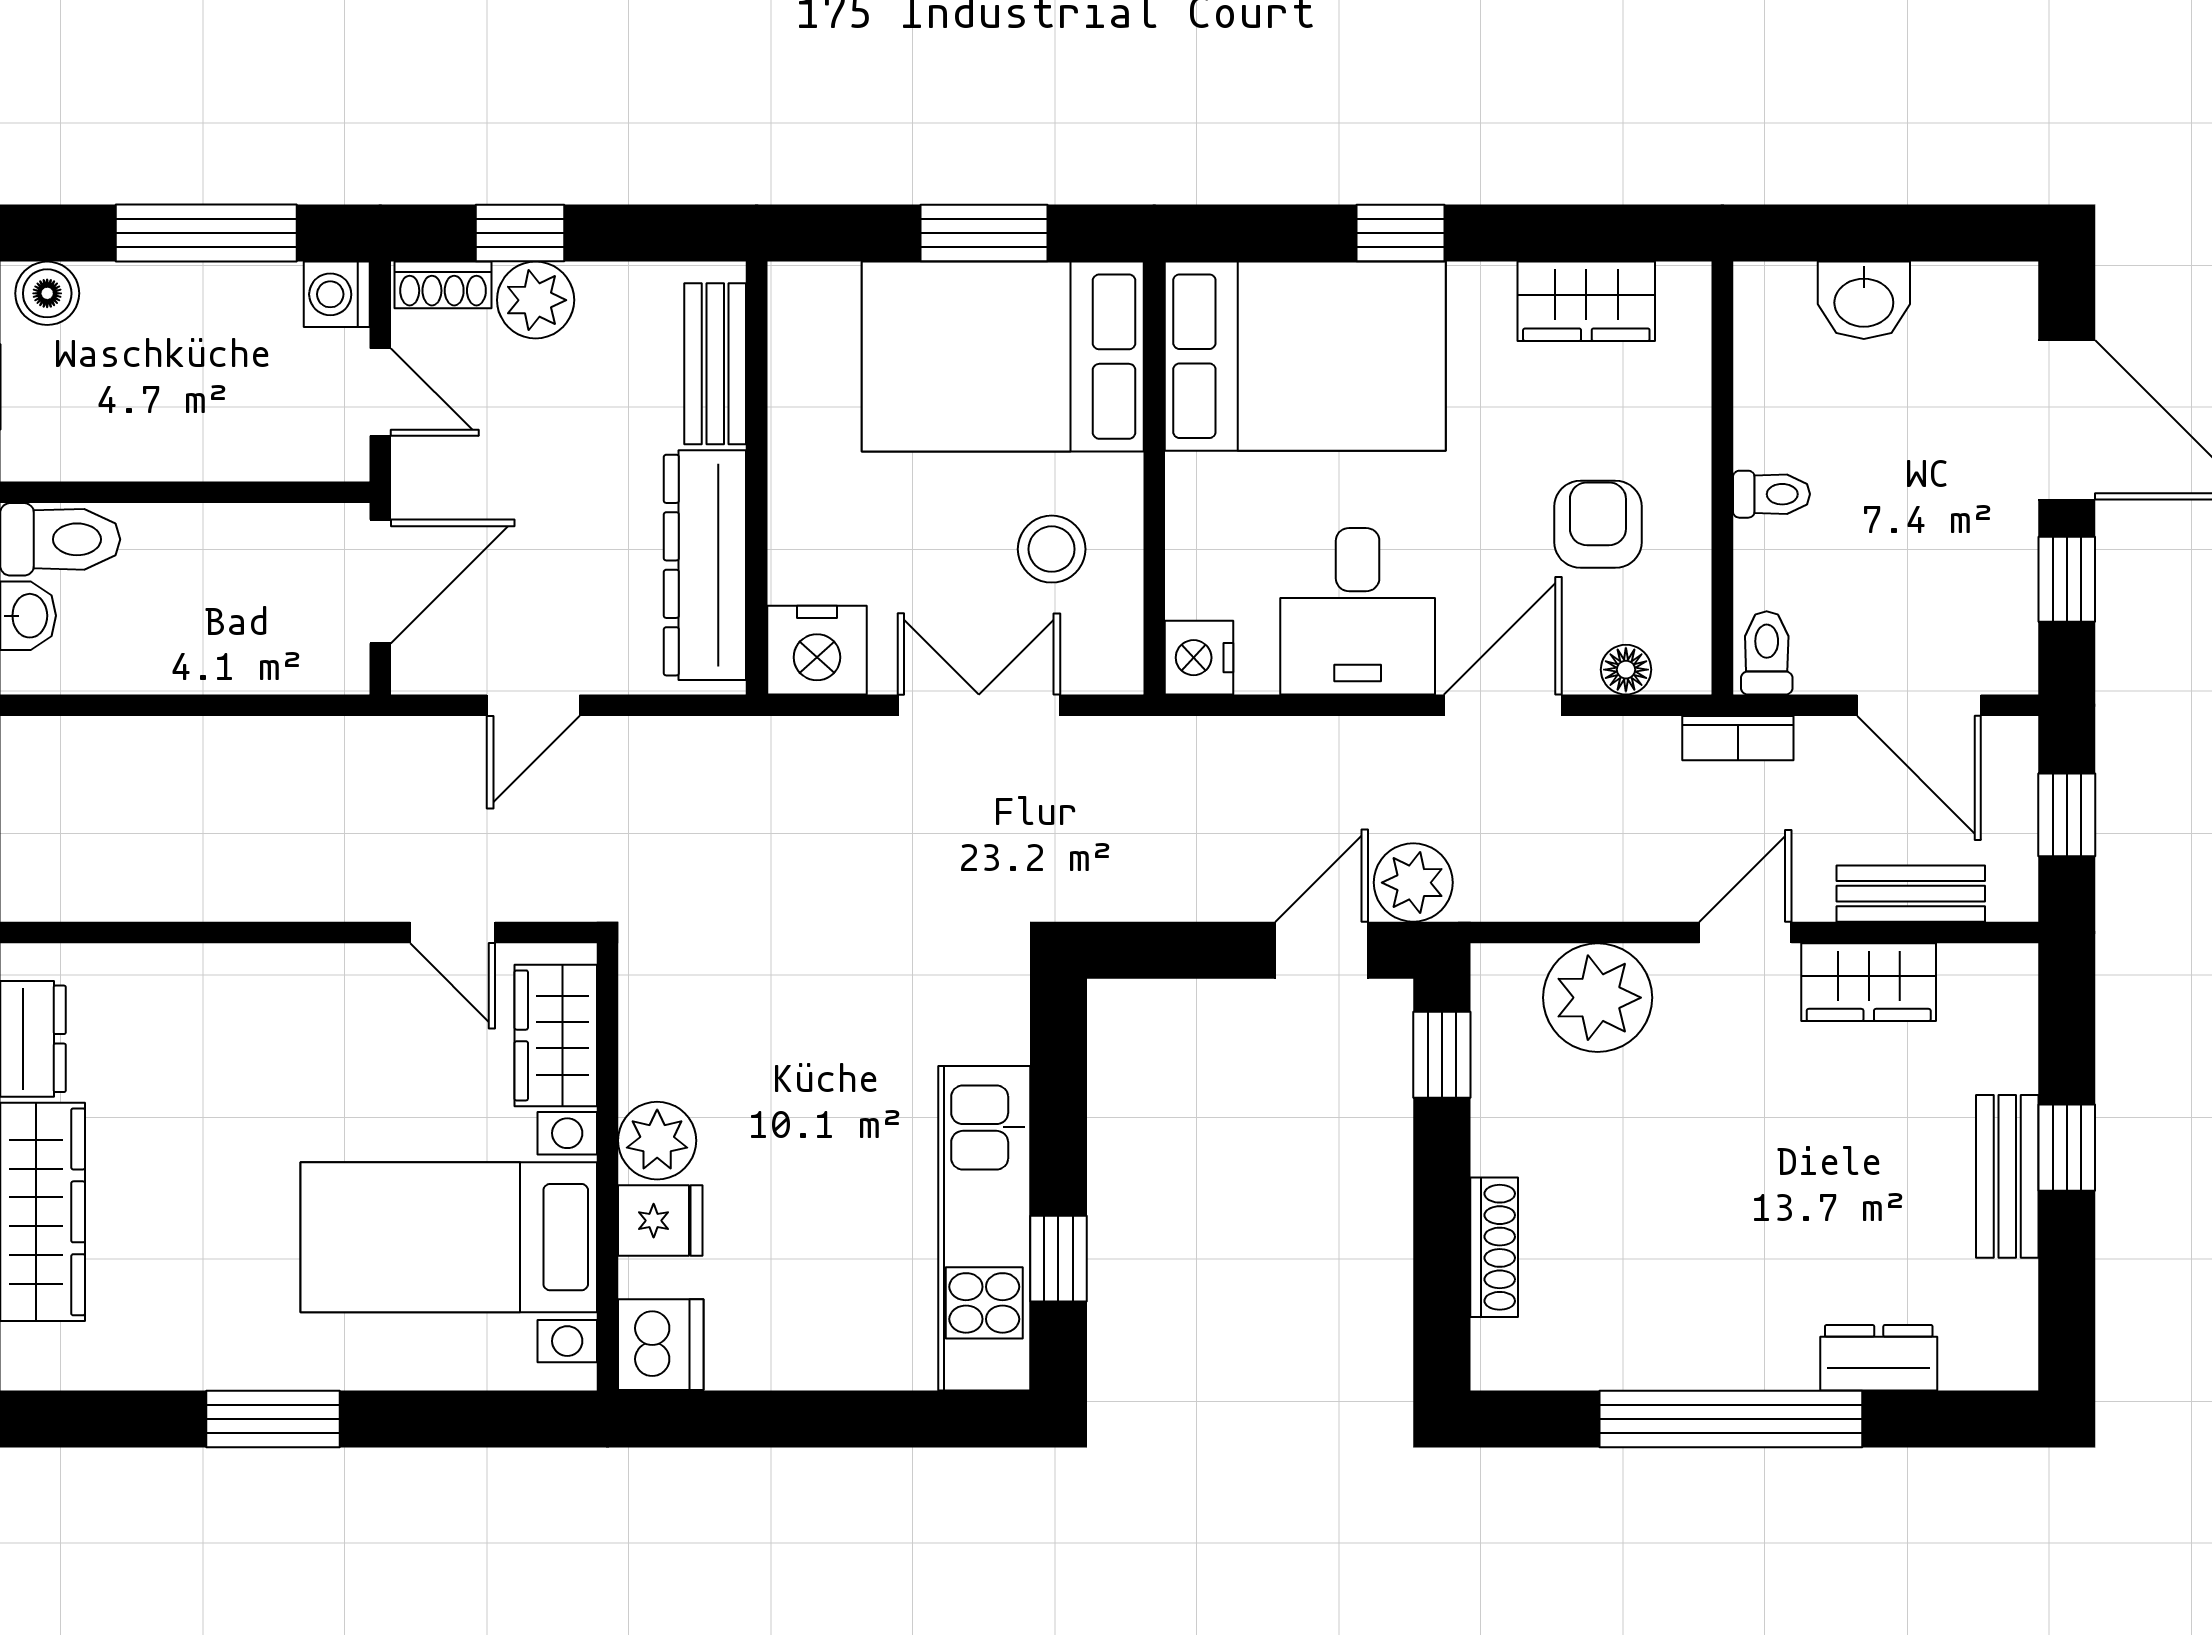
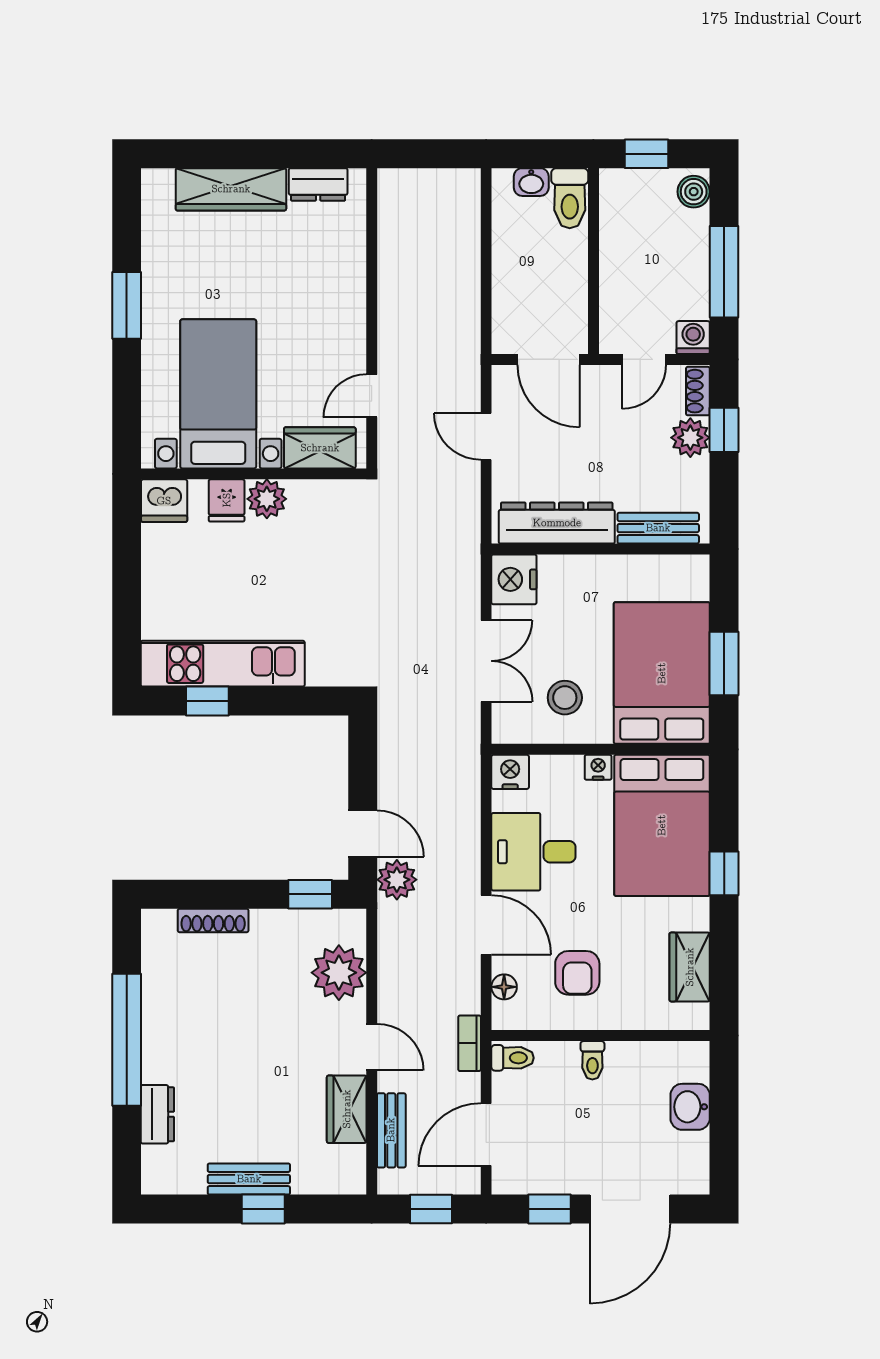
nightstand: (1190, 483) -> (598, 767), added
armchair: (1598, 524) -> (577, 973), turned 90

